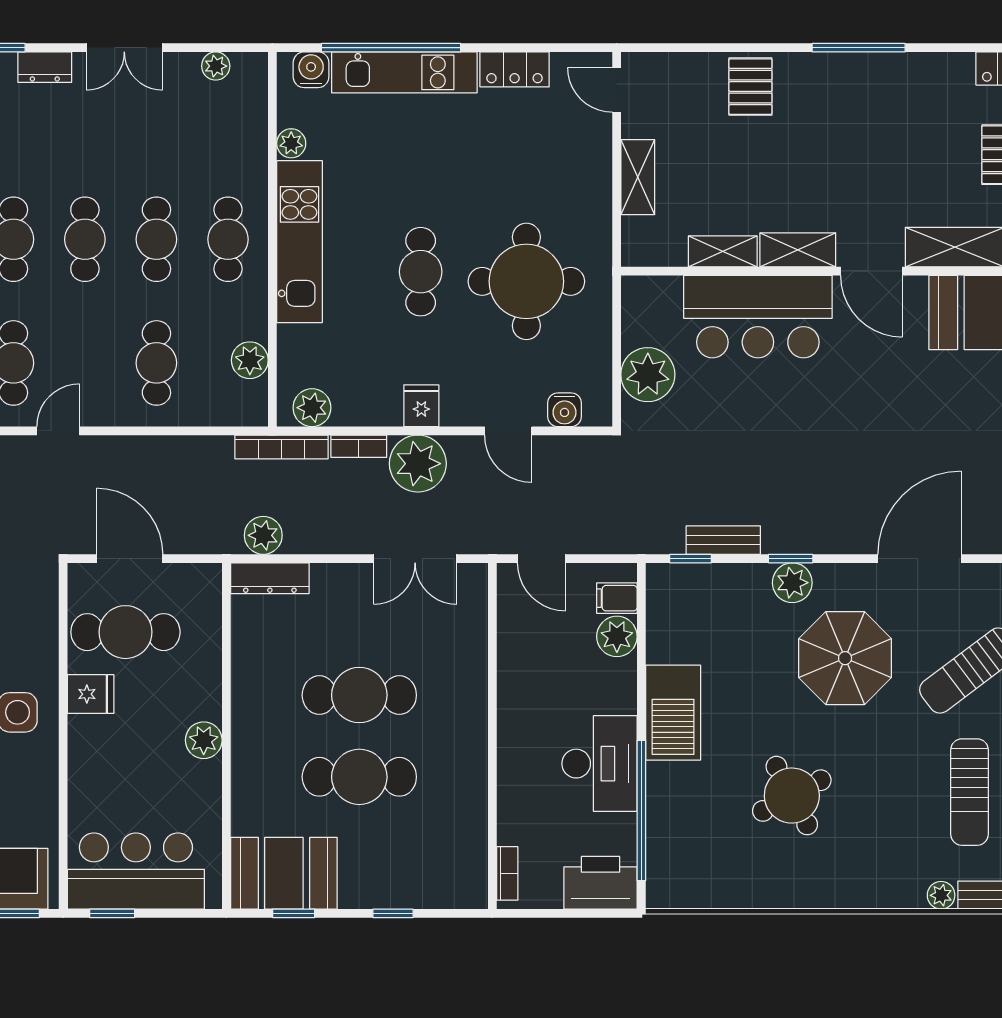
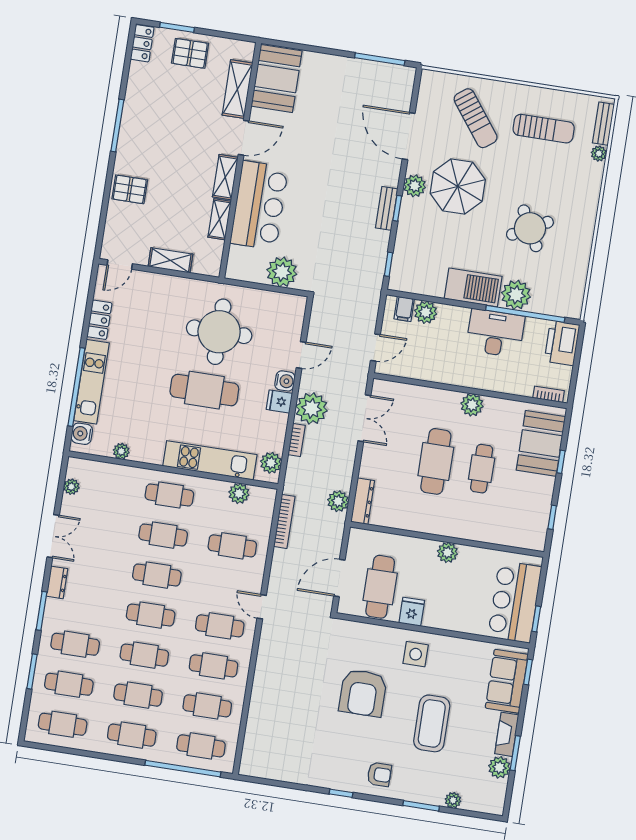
kitchen unit: (299, 242) -> (210, 460), moved
cafe table: (421, 272) -> (204, 390), width x1.37, depth x1.35
water cooler: (565, 410) -> (285, 381), moved
bookcase: (281, 447) -> (284, 521), moved
bench: (723, 540) -> (387, 208), moved
plant: (792, 583) -> (415, 186), moved
plant: (468, 743) -> (472, 405), added
cafe table: (359, 777) -> (482, 469), width x0.73, depth x0.74
plant: (672, 789) -> (516, 295), added
booth: (284, 873) -> (541, 443), moved

